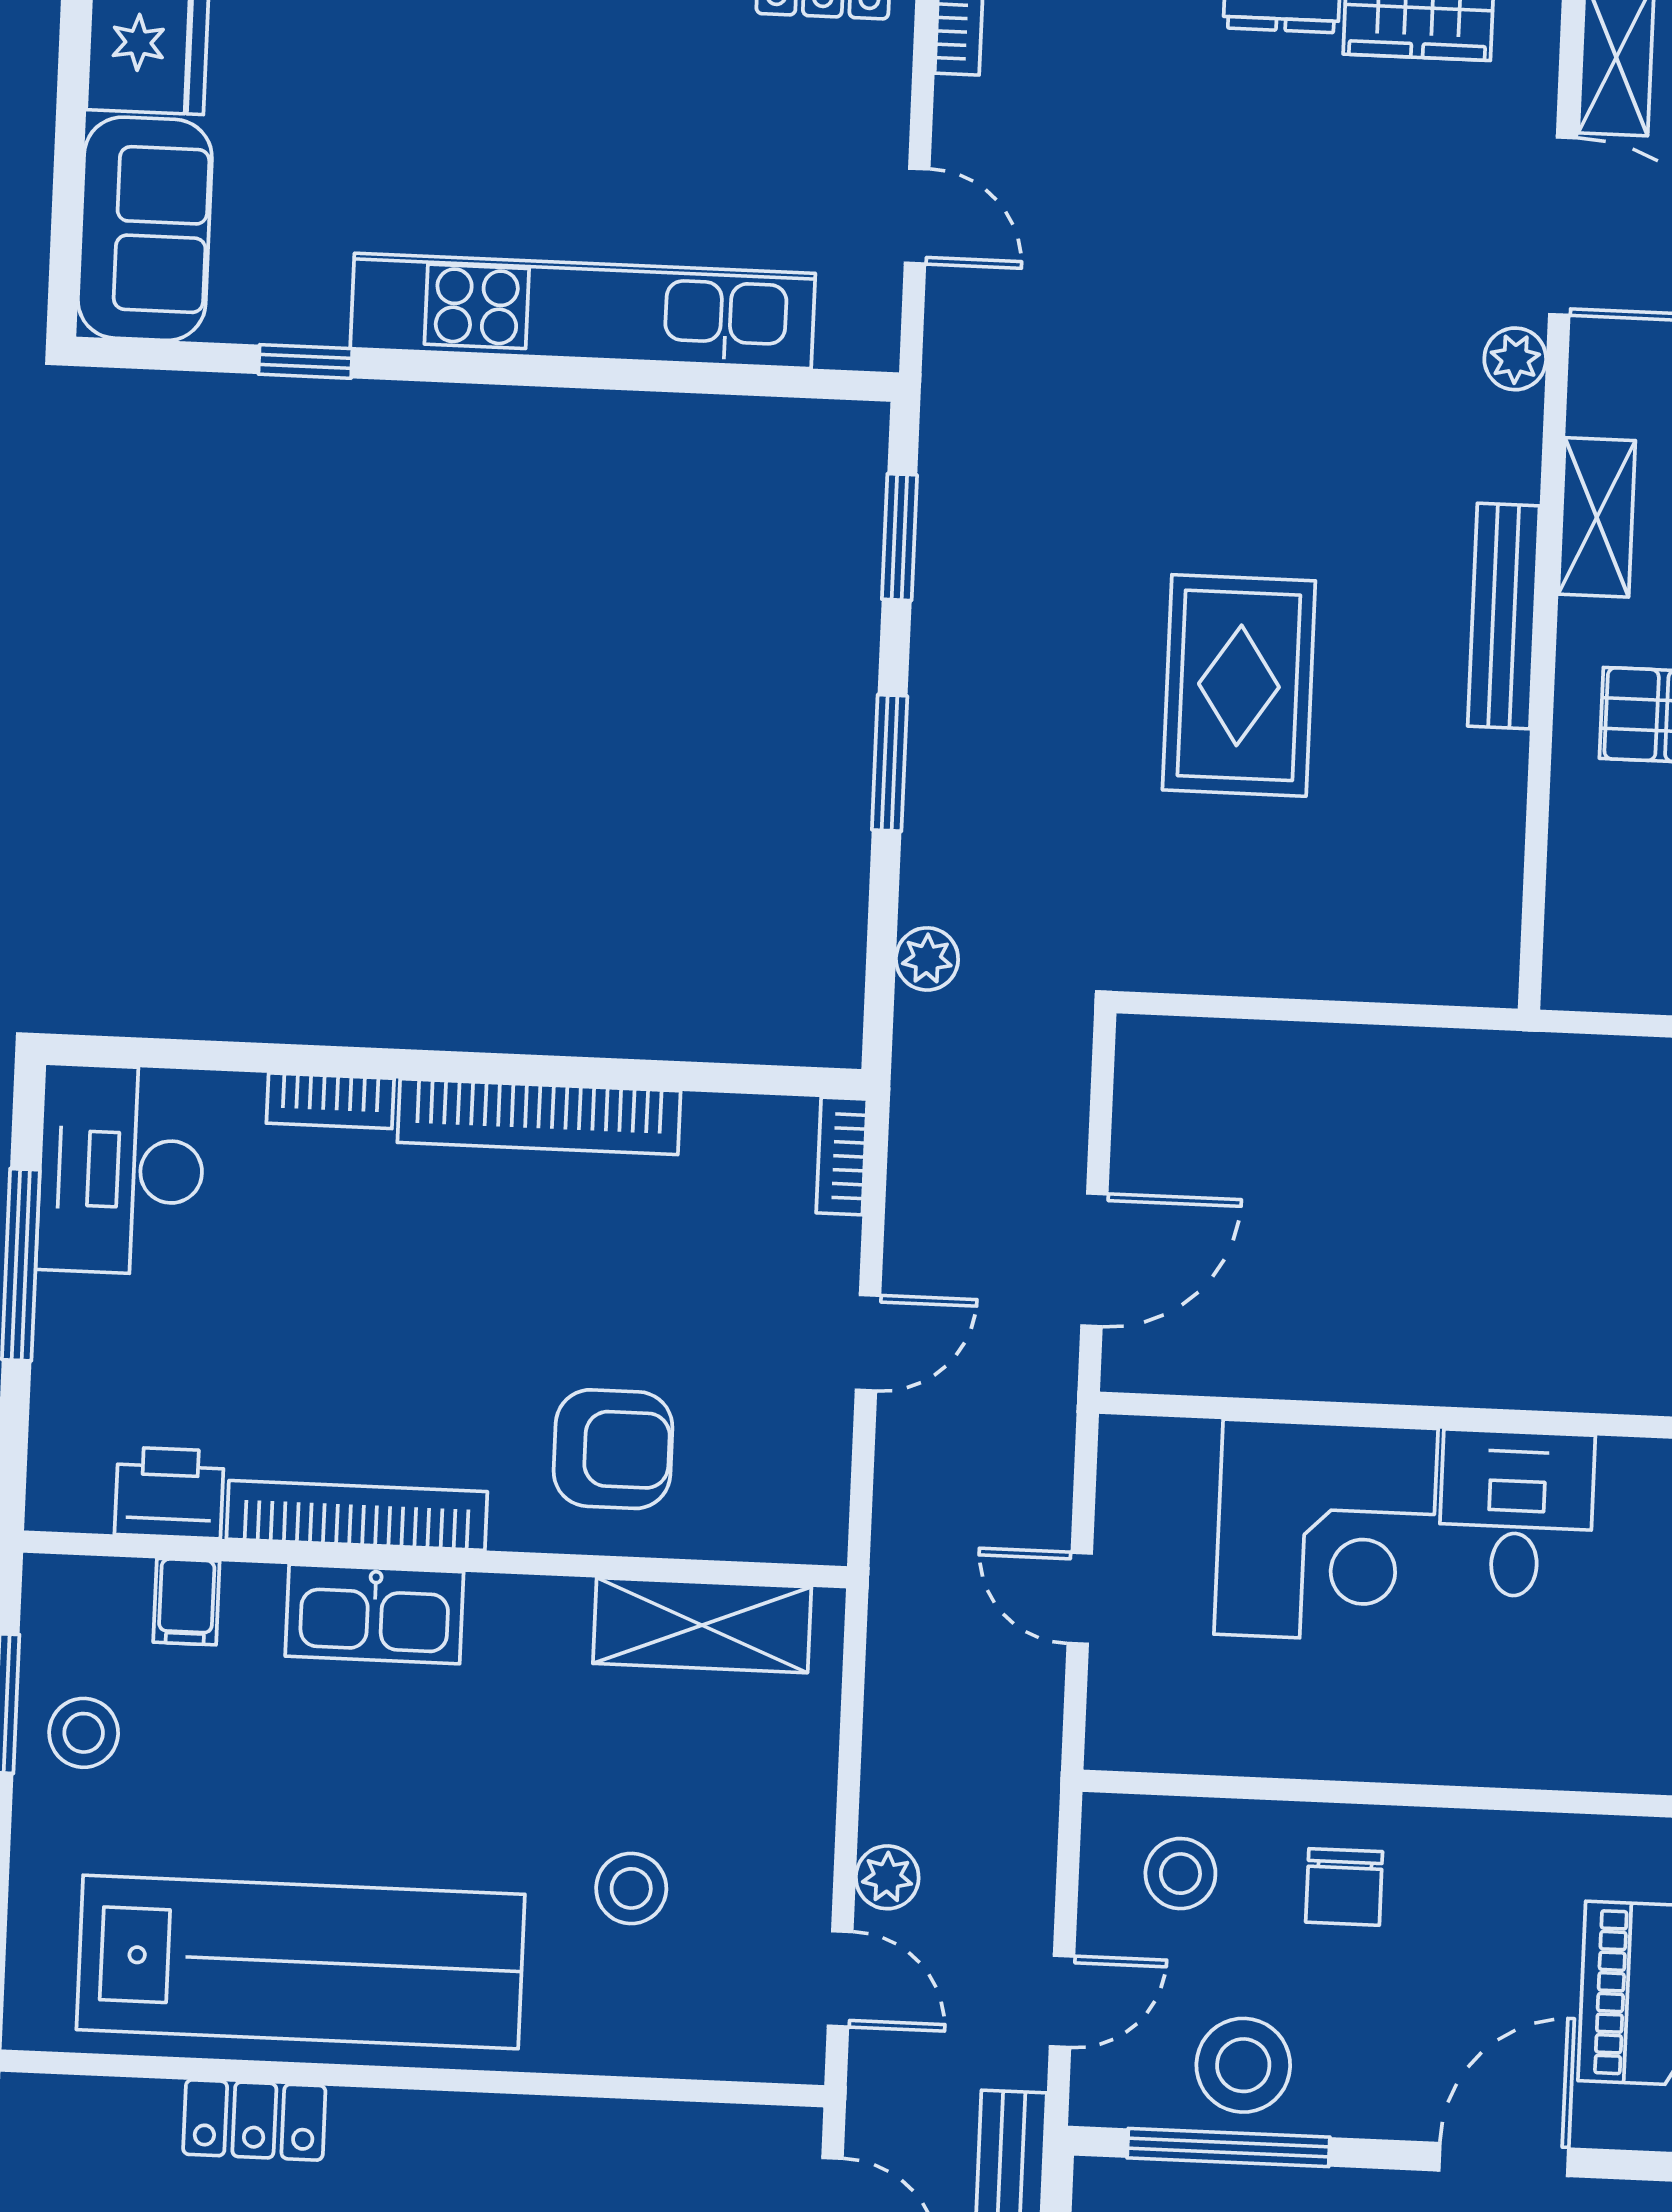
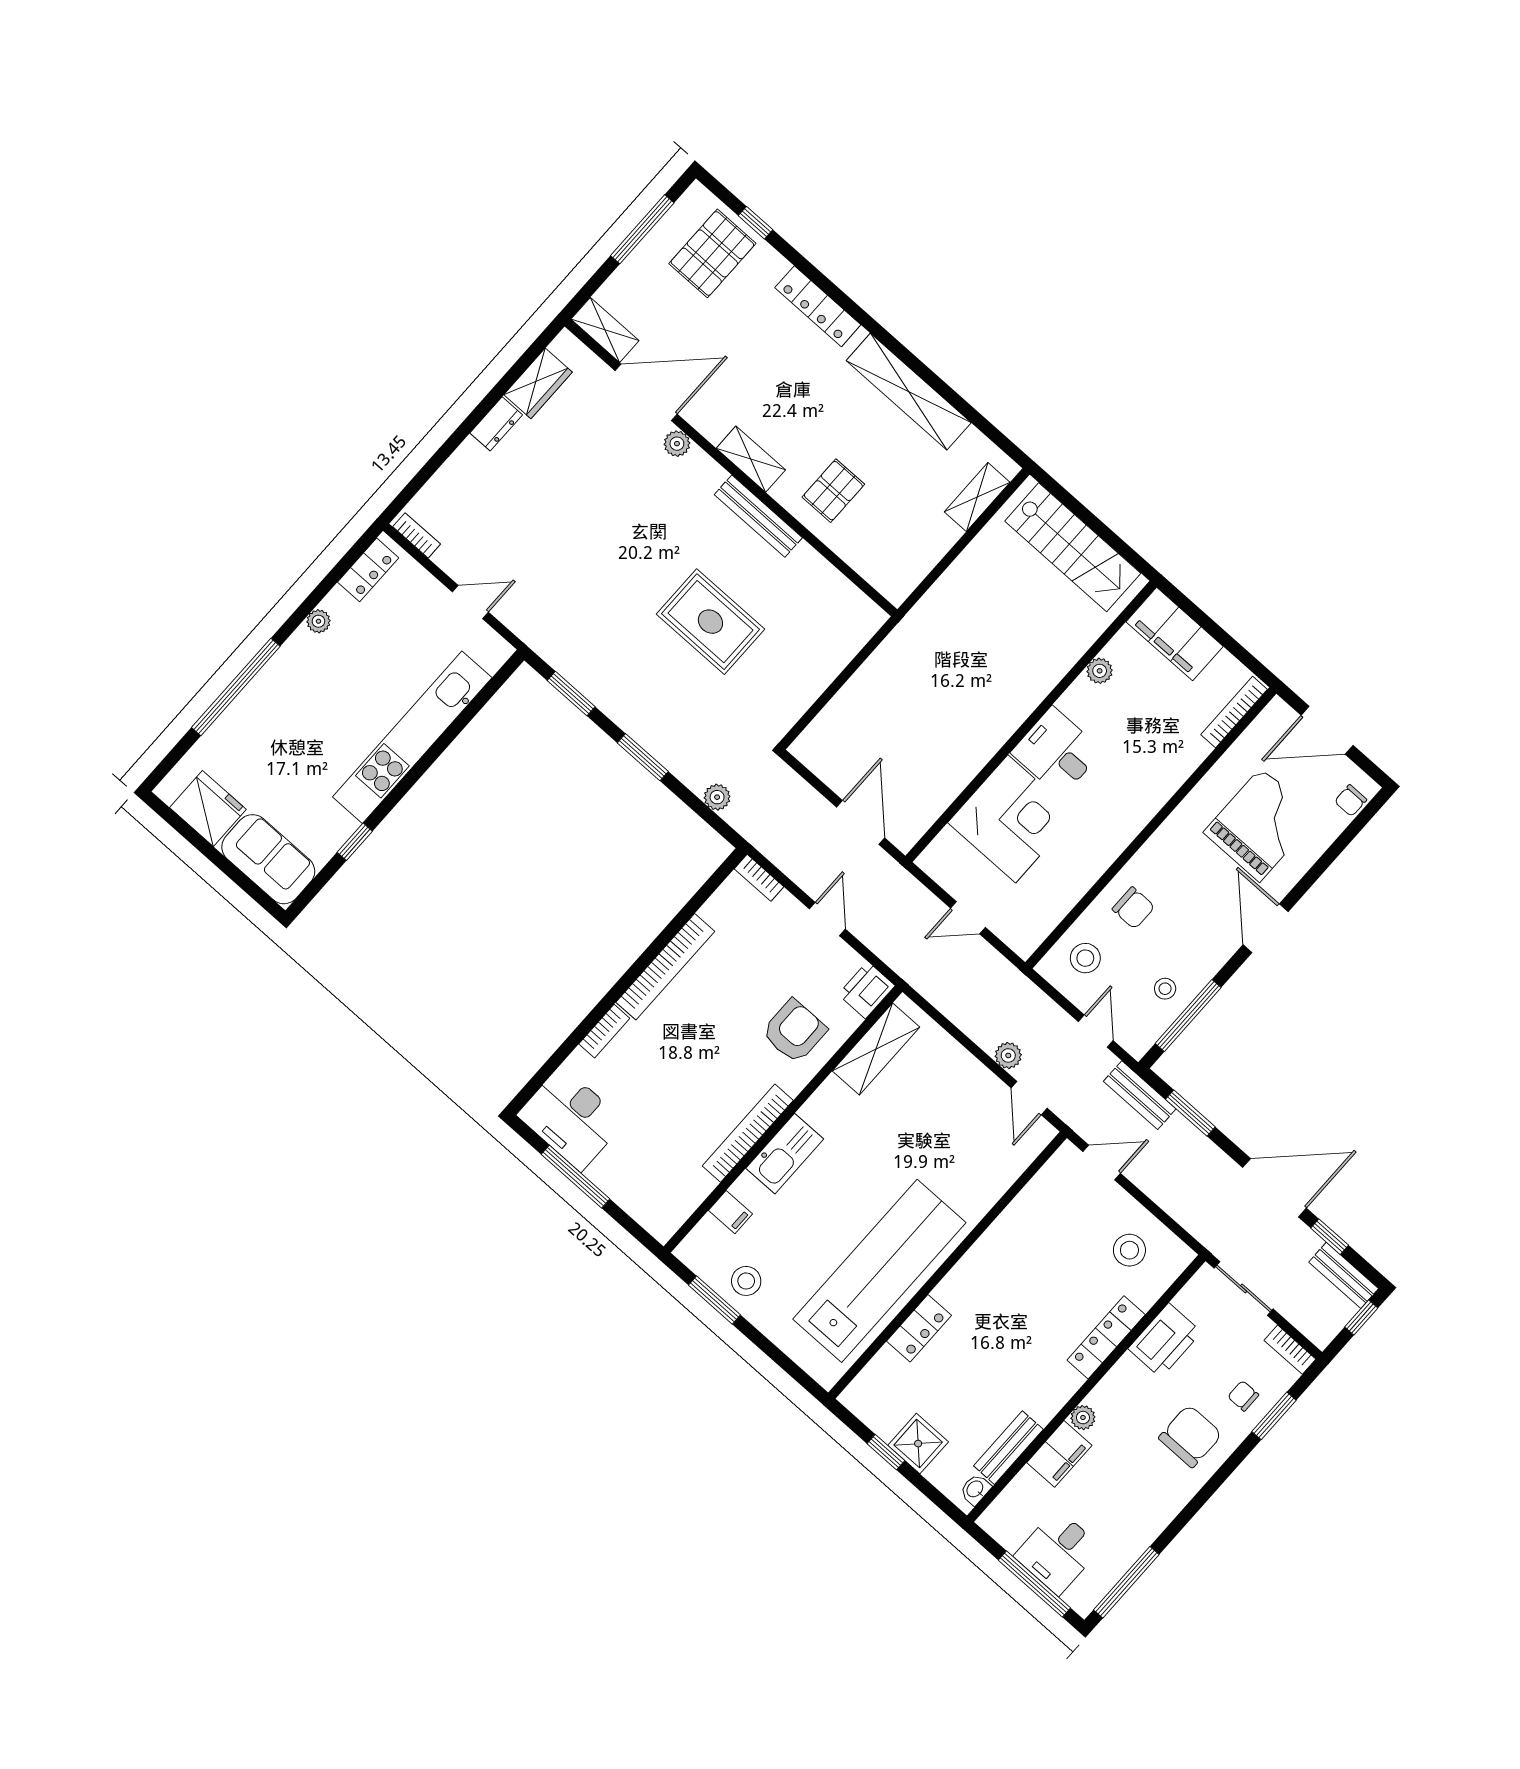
printer: (169, 1493) -> (867, 990), moved
stool: (631, 1888) -> (944, 1143), removed
door: (840, 1979) -> (1029, 1098), swing flipped
stool: (1243, 2065) -> (1165, 989), width x0.53, depth x0.53

